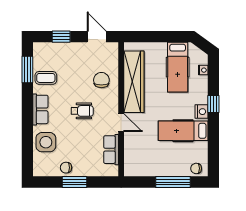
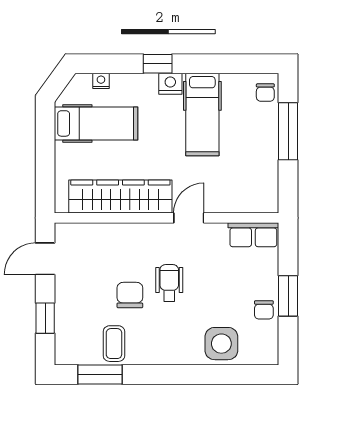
chair: (101, 80) -> (130, 295), moved, turned 90
row of seats: (40, 109) -> (167, 353), removed
row of seats: (111, 150) -> (253, 235), moved

